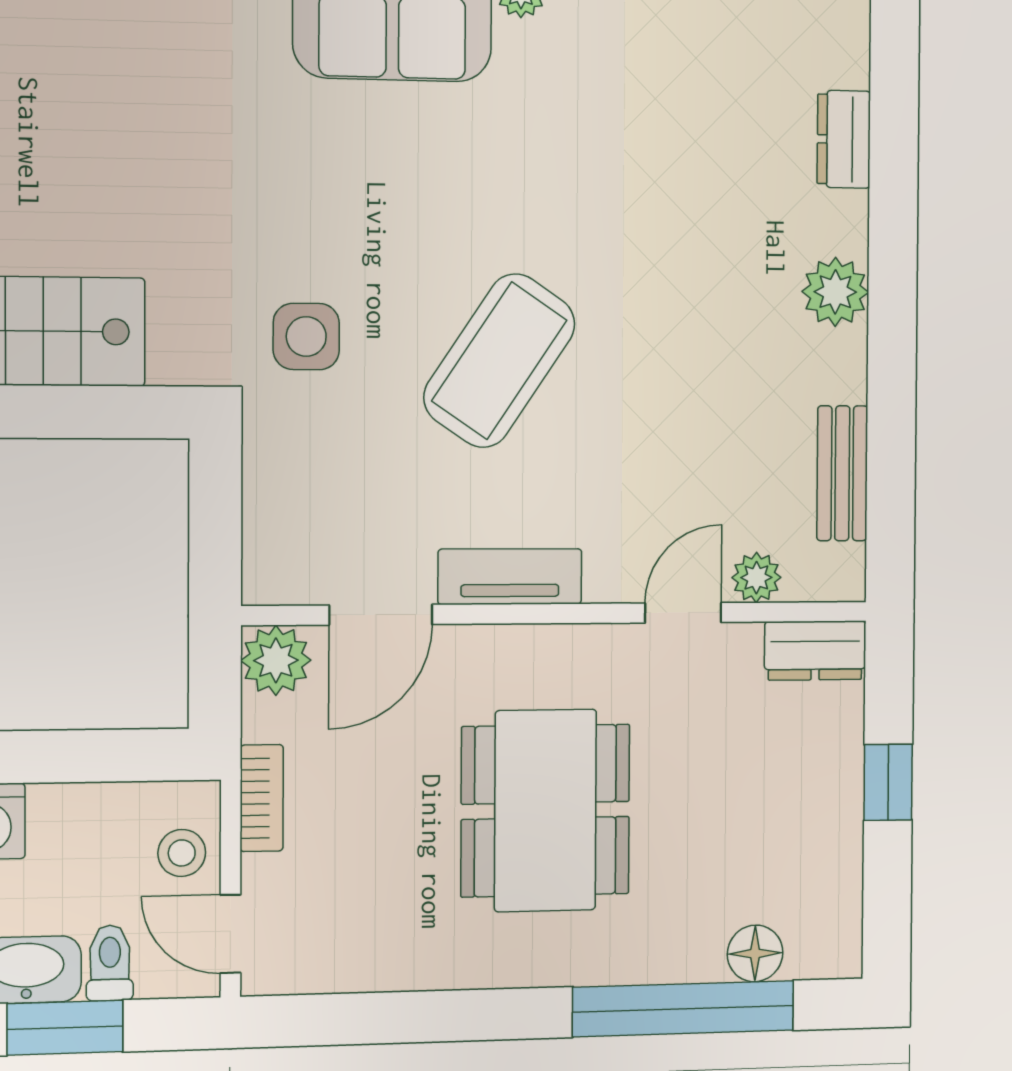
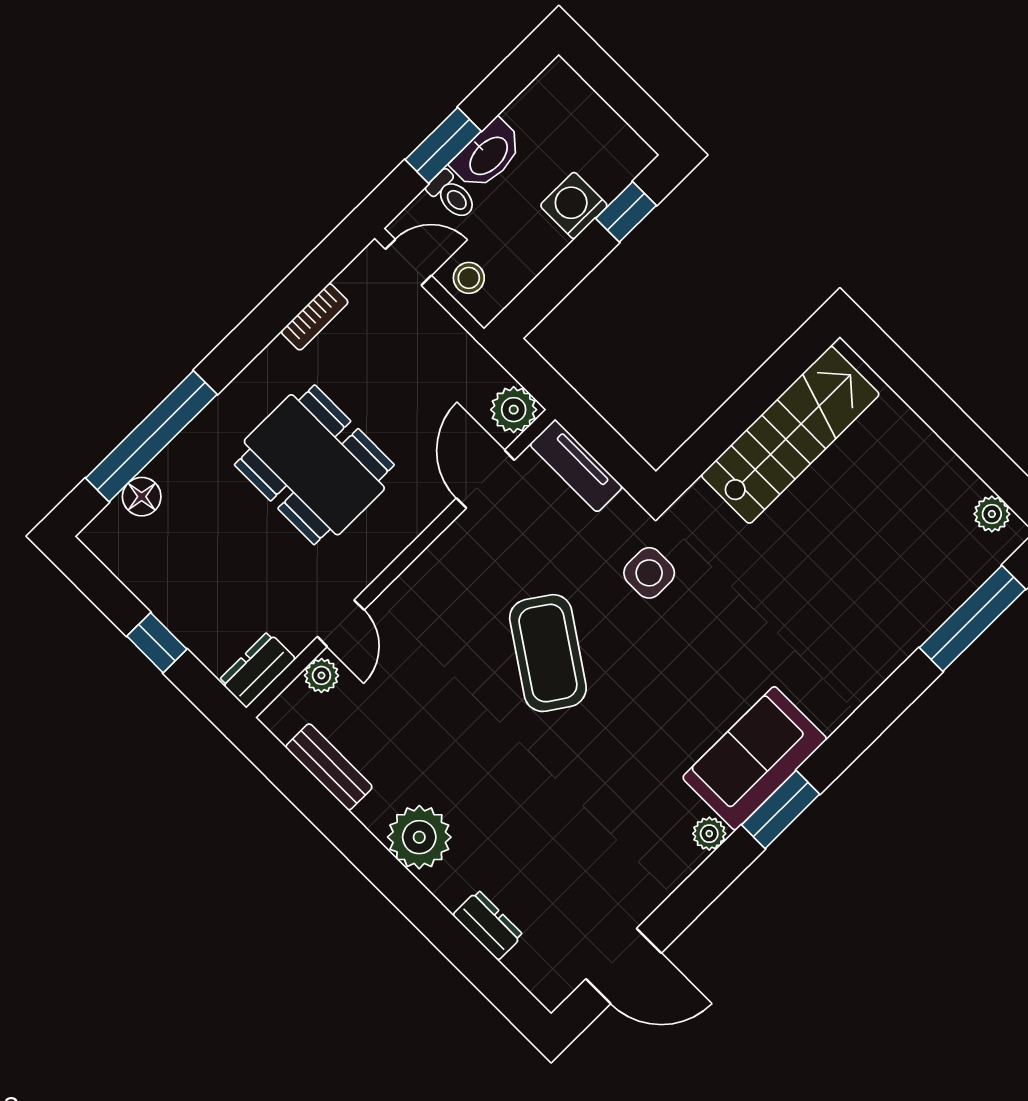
plant: (835, 292) -> (419, 837), width x1.36, depth x1.36
tv unit: (510, 577) -> (576, 466), moved, turned 90
bookcase: (262, 798) -> (315, 317), moved, turned -90

